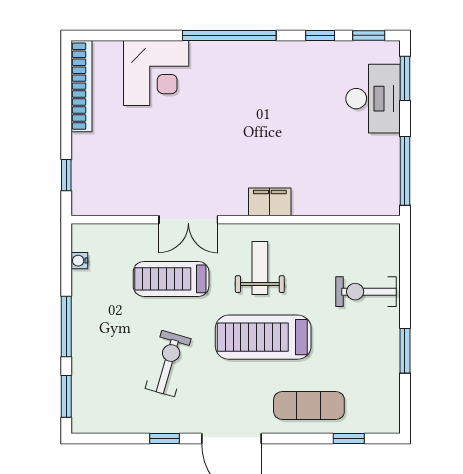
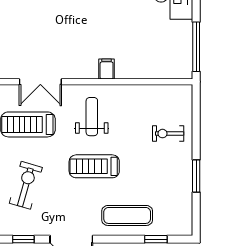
filing cabinet: (270, 202) -> (107, 69), width x0.50
exercise bike: (366, 292) -> (168, 134), width x0.73, depth x0.72
treadmill: (263, 337) -> (94, 166), width x0.73, depth x0.73

